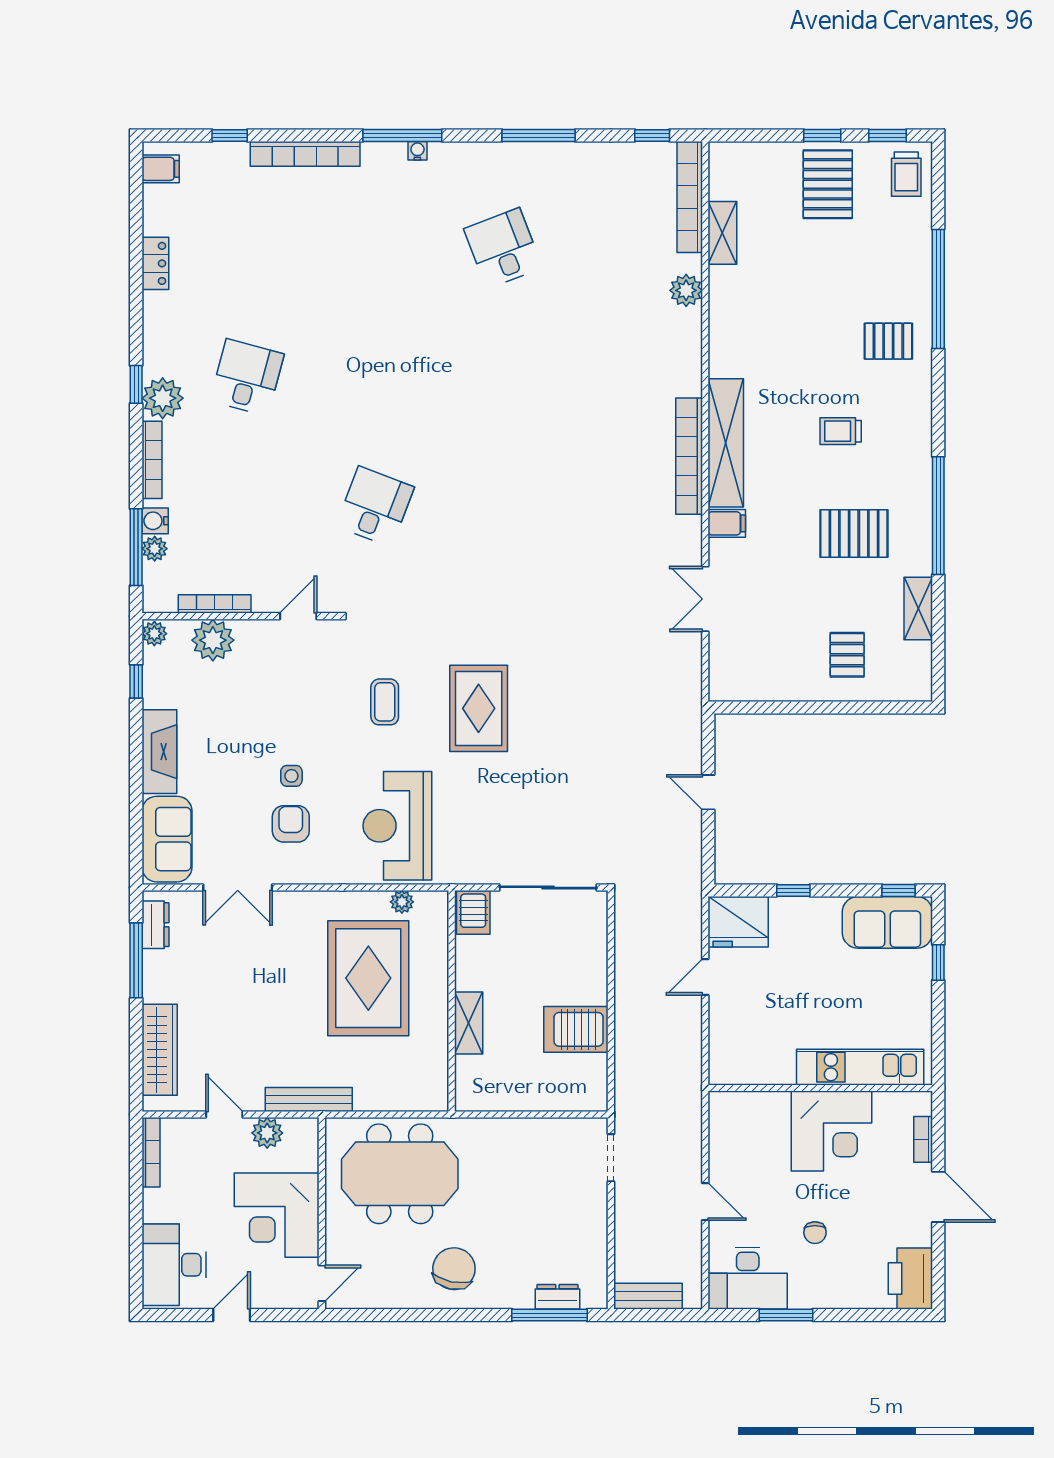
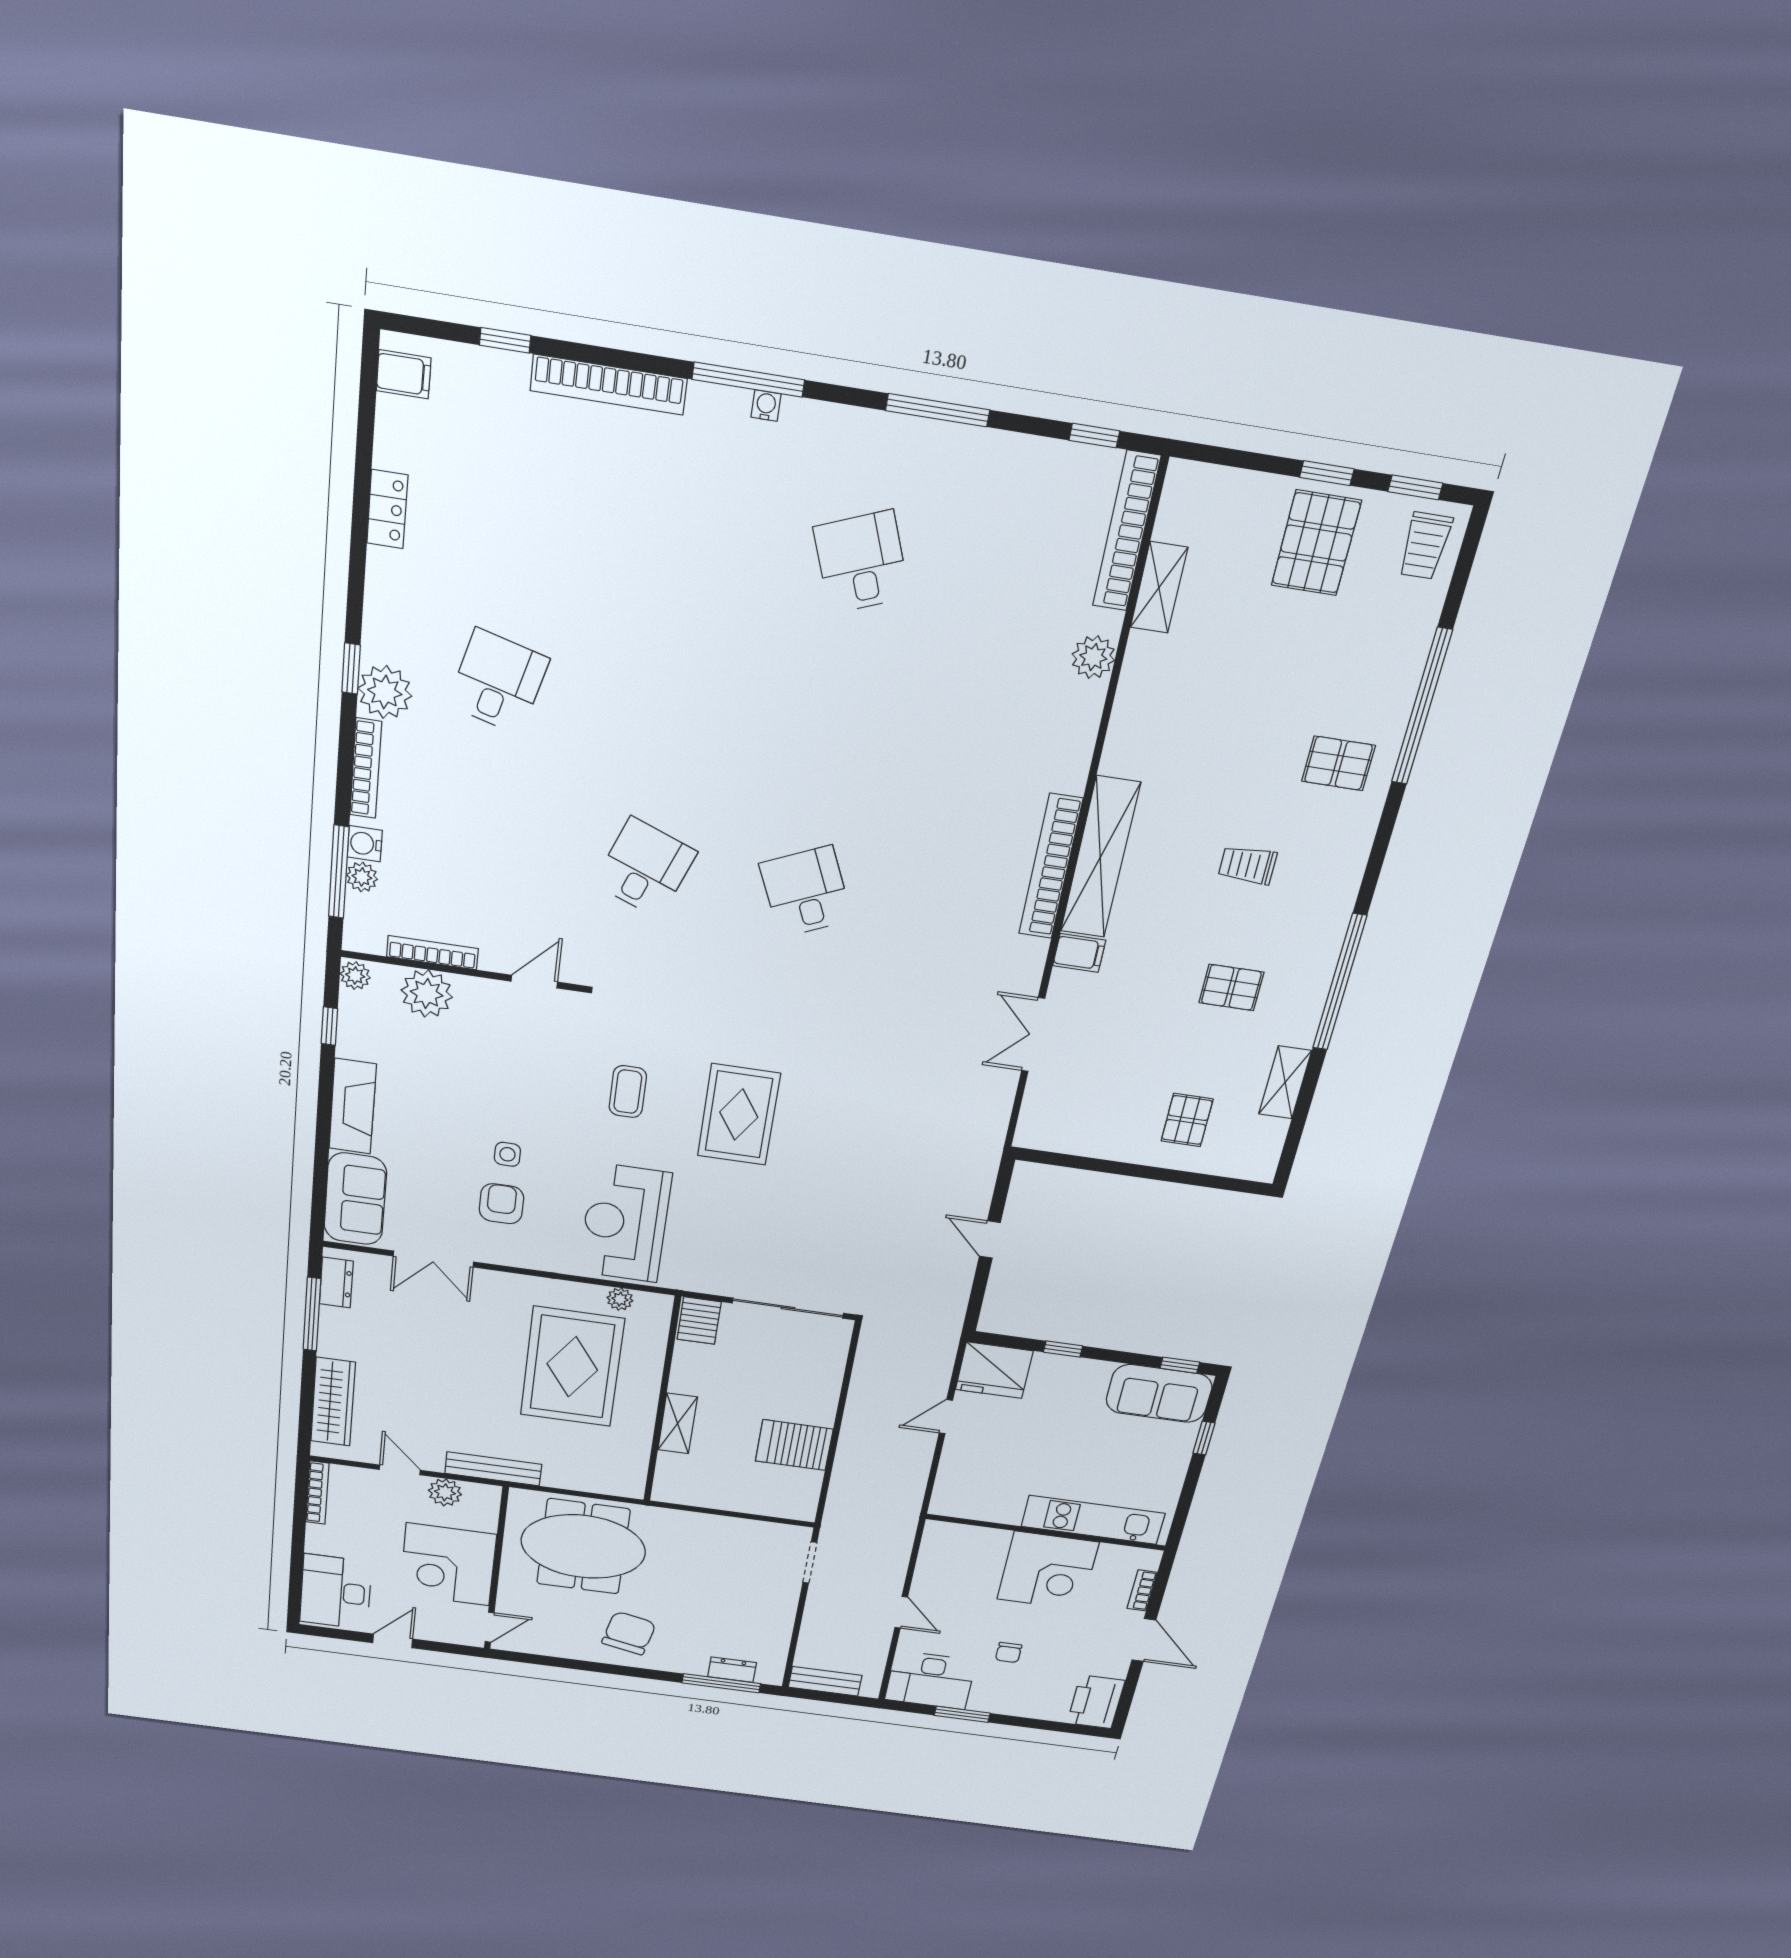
desk: (503, 506) -> (806, 892), added
pallet: (854, 534) -> (1231, 987), width x0.67, depth x0.71

